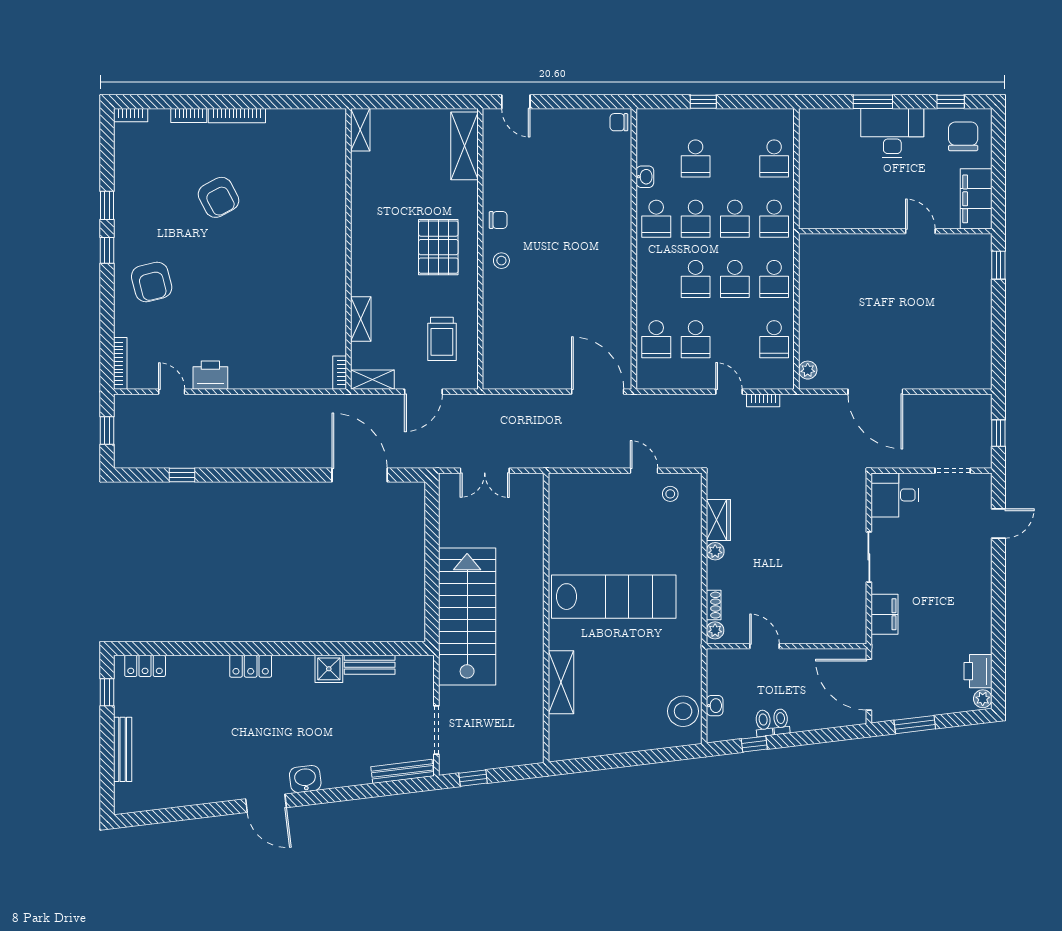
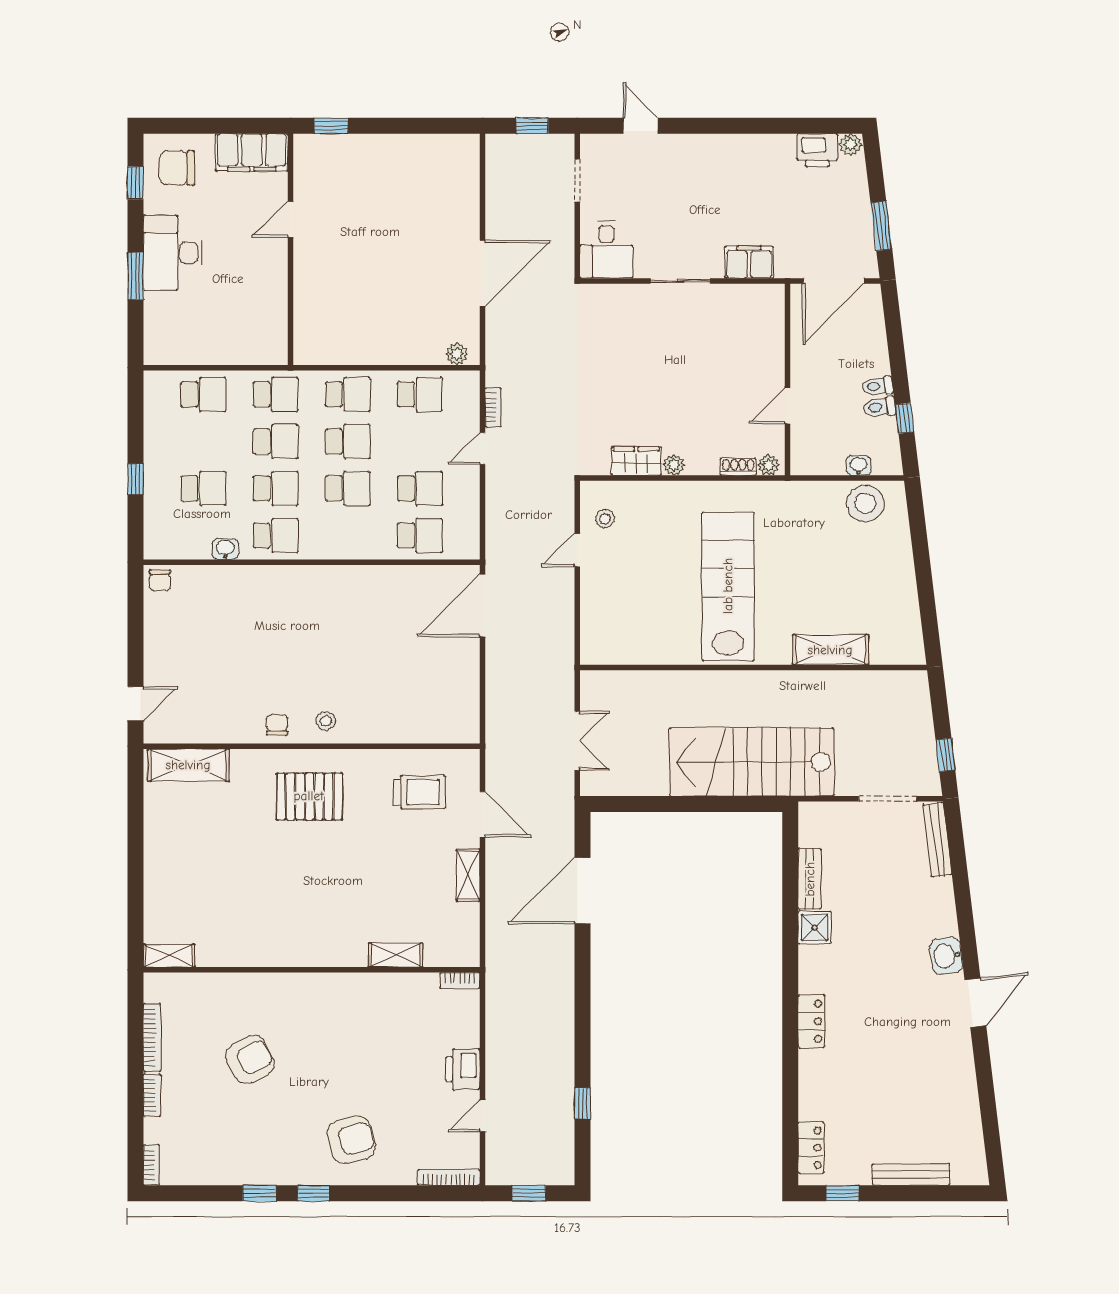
shelving: (360, 130) -> (169, 956), moved
wall: (348, 249) -> (312, 970), moved
shelving: (361, 319) -> (396, 955), moved
bookcase: (340, 373) -> (460, 980), moved

